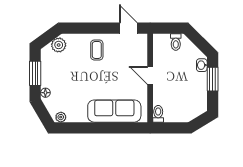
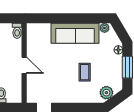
coffee table: (97, 50) -> (85, 72), moved
sofa: (114, 111) -> (75, 33), moved

